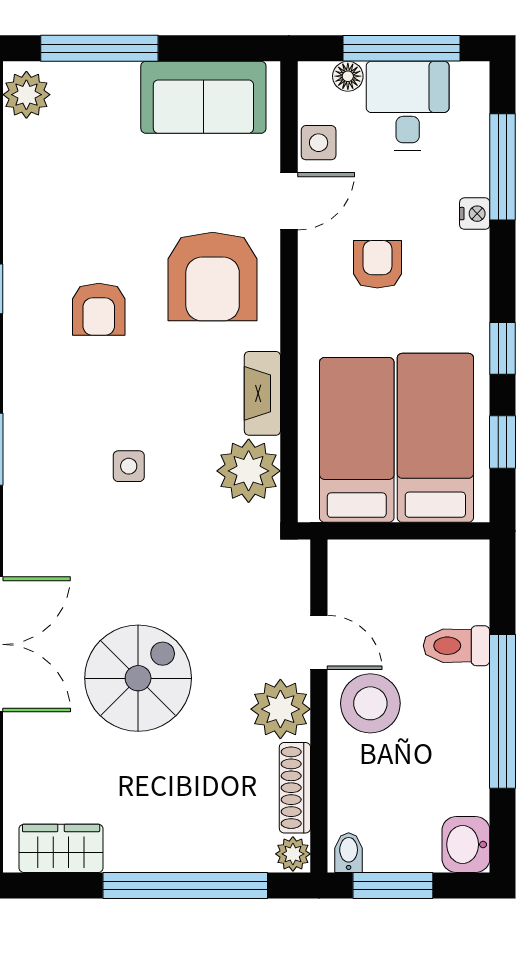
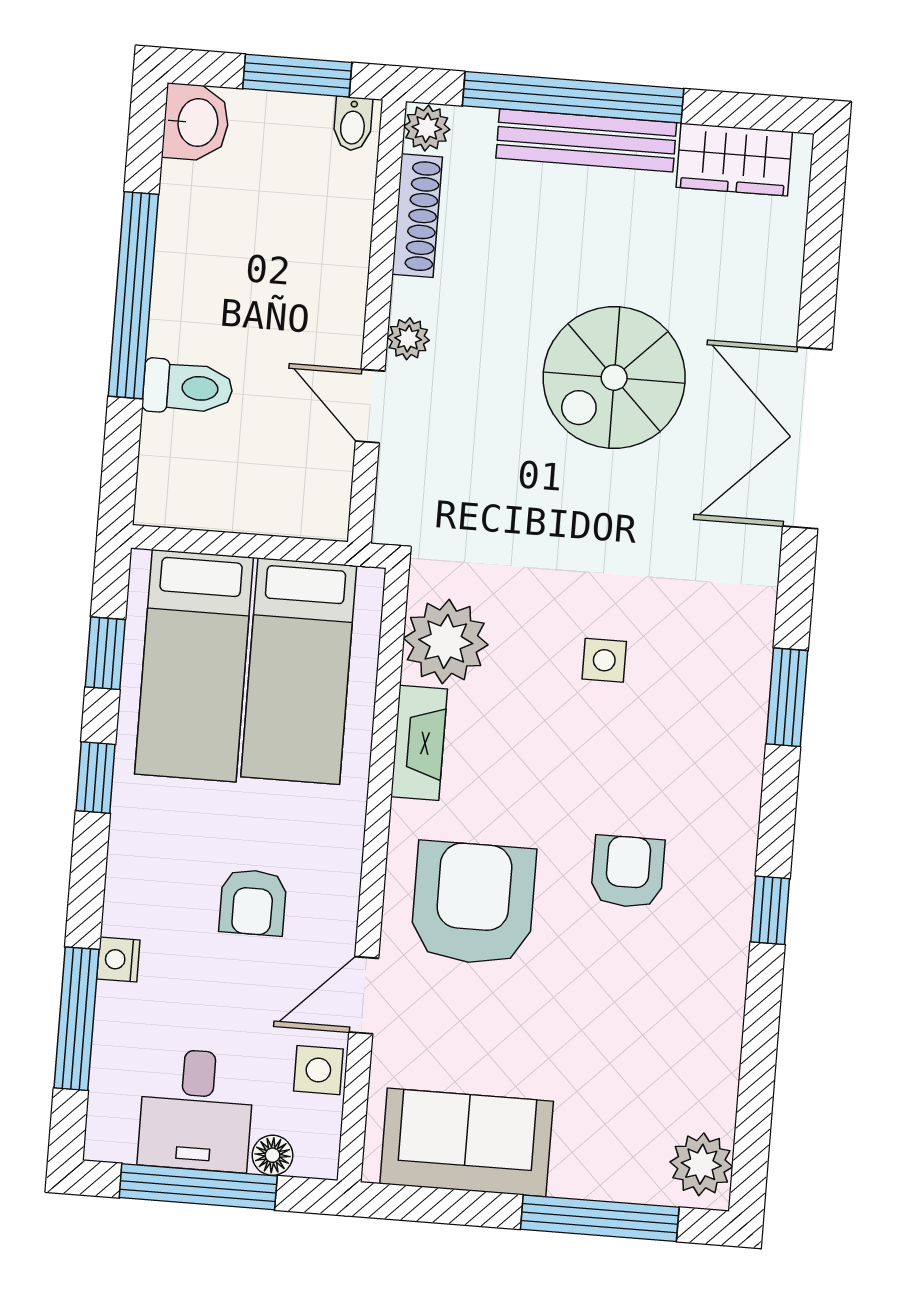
stool: (370, 703) -> (308, 320), removed
plant: (280, 709) -> (408, 339), width x0.53, depth x0.53
bench: (173, 854) -> (586, 140), added

